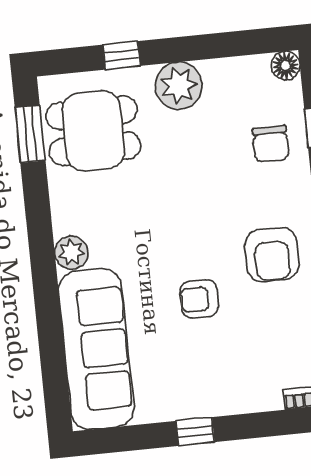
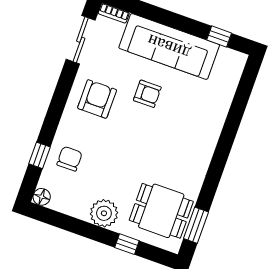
plant: (71, 253) -> (204, 151), removed
sofa: (96, 349) -> (169, 46), moved, turned -90
window: (195, 432) -> (219, 36), moved

